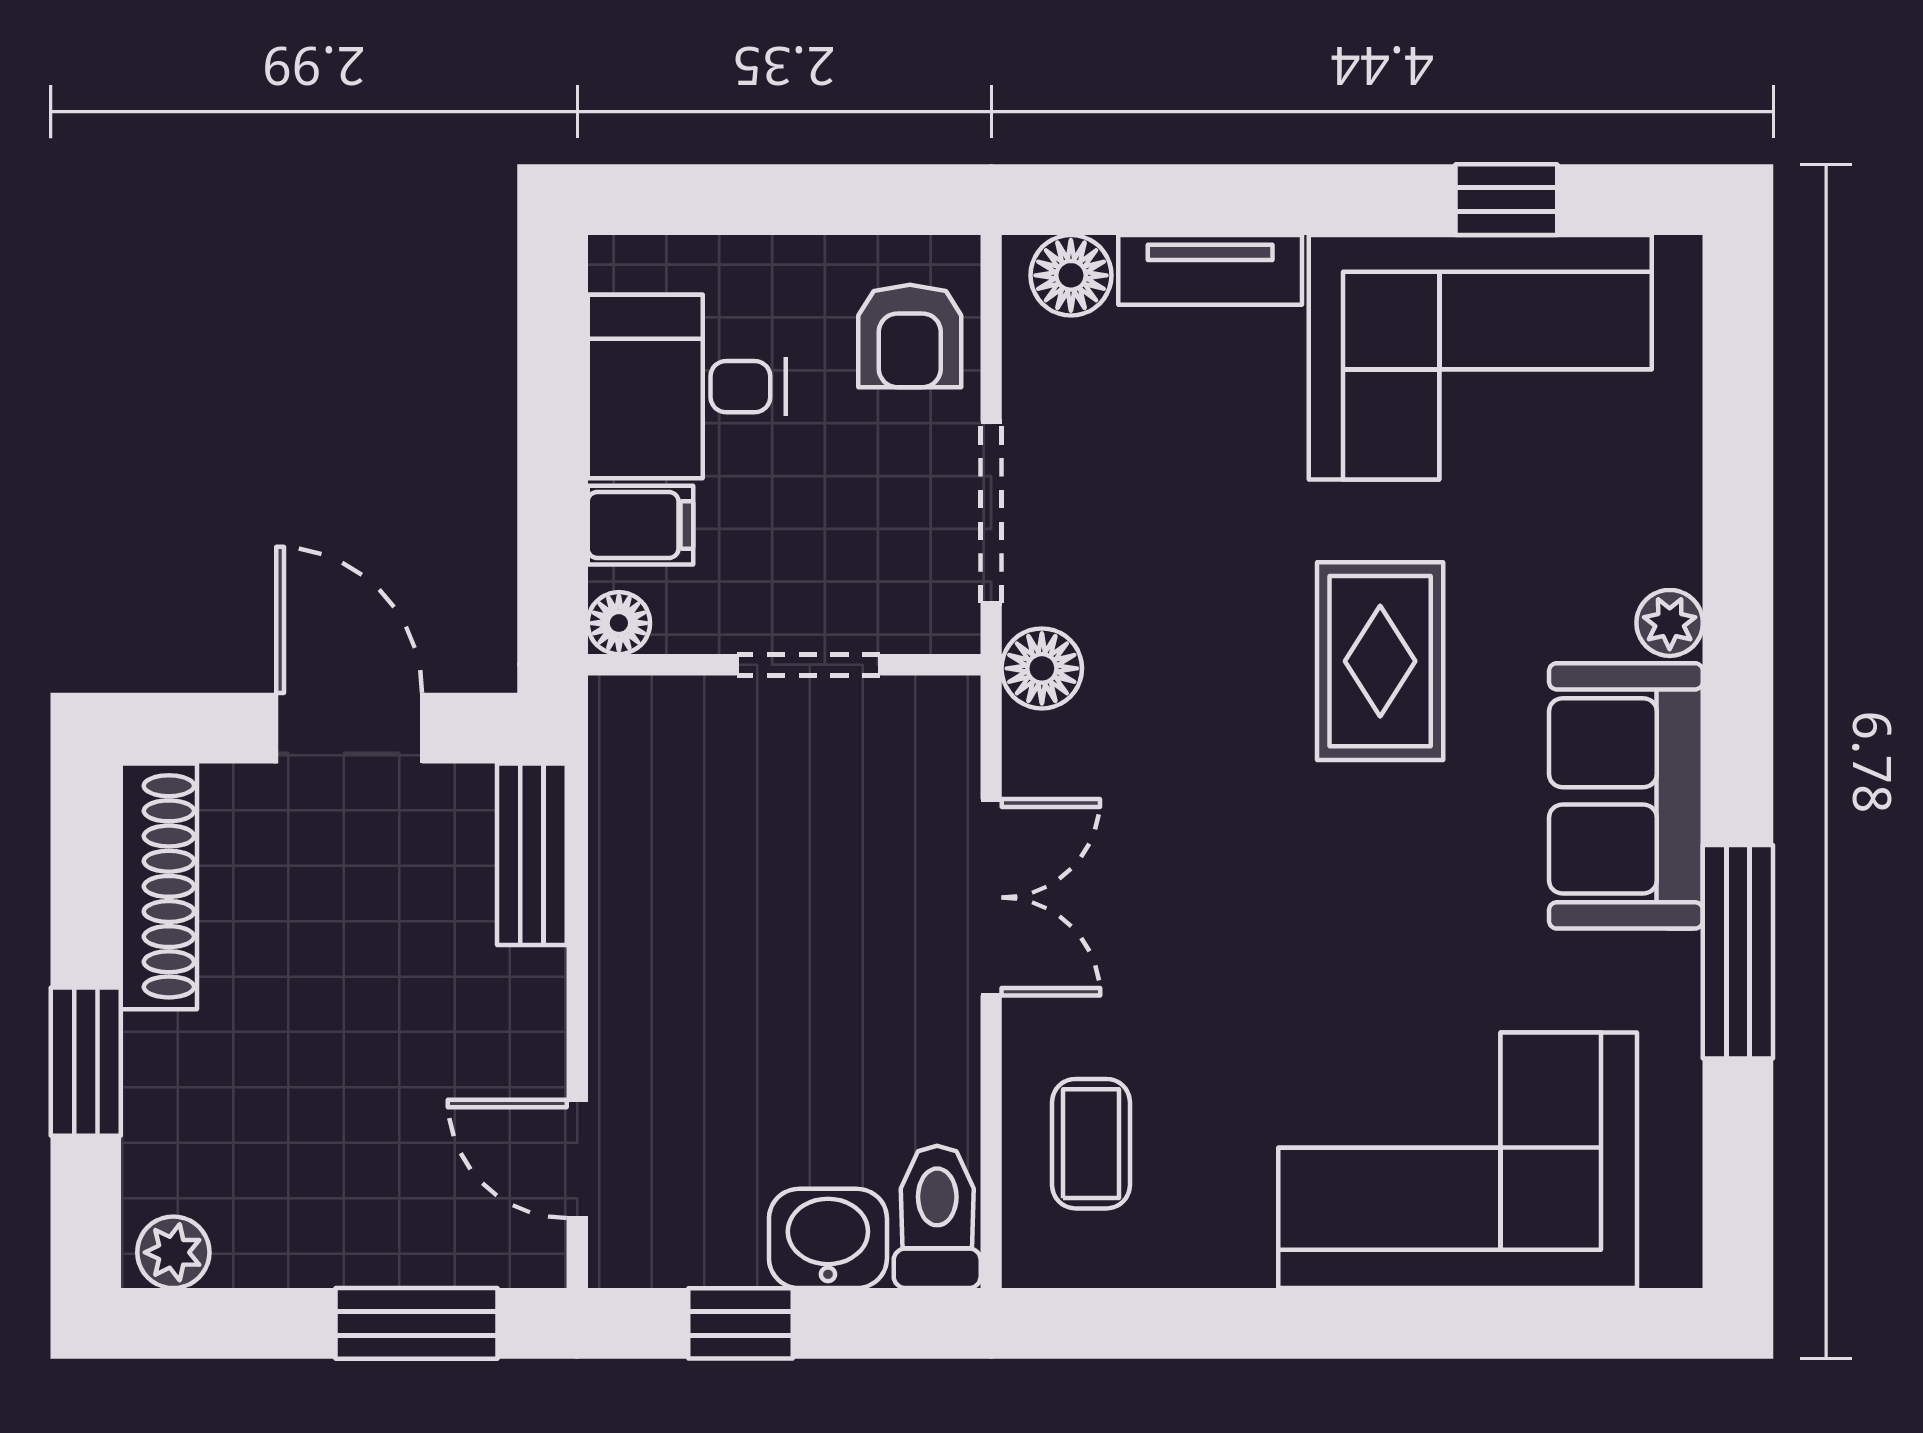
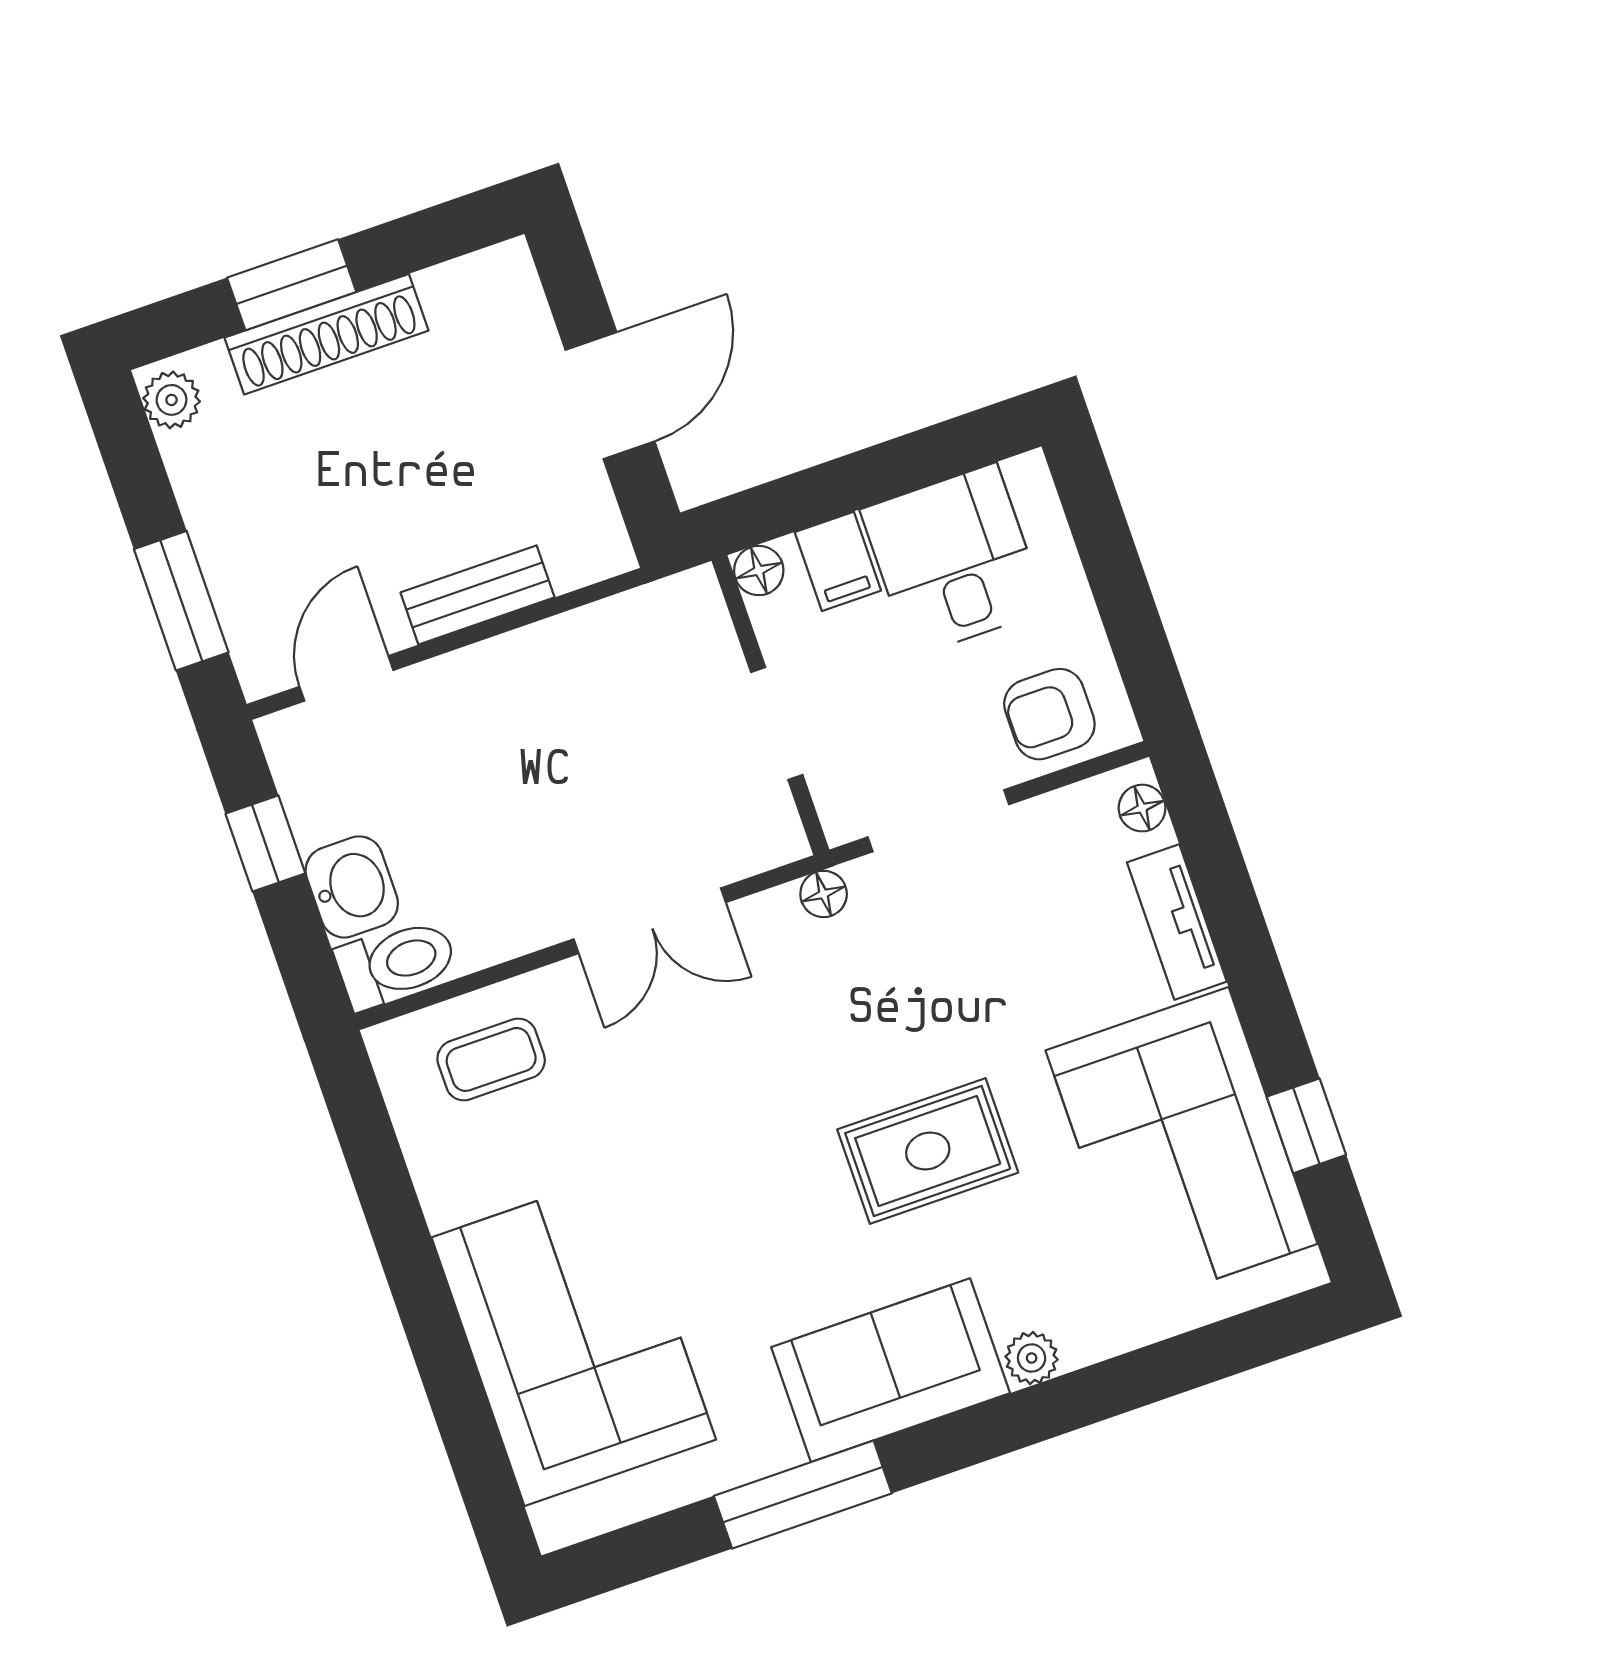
floor lamp: (1071, 275) -> (1142, 808), width x0.73, depth x0.73
floor lamp: (1042, 668) -> (824, 894), width x0.73, depth x0.73
bench: (532, 854) -> (478, 595), moved
shoe rack: (159, 886) -> (327, 334), moved

